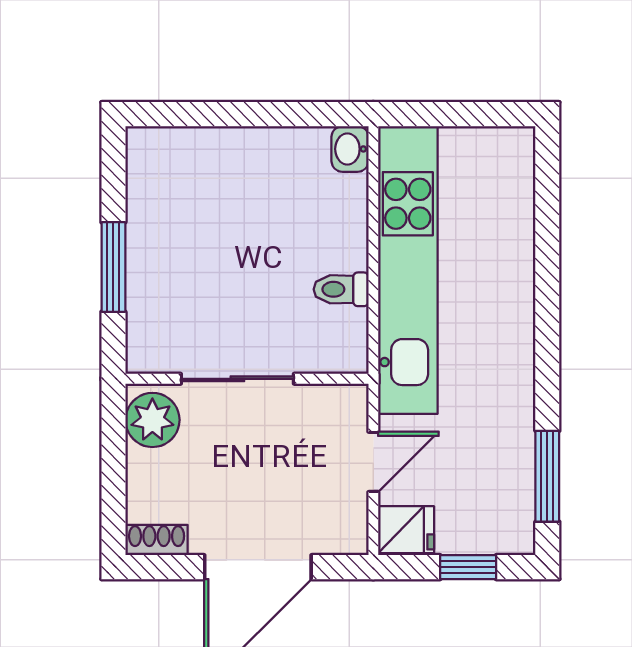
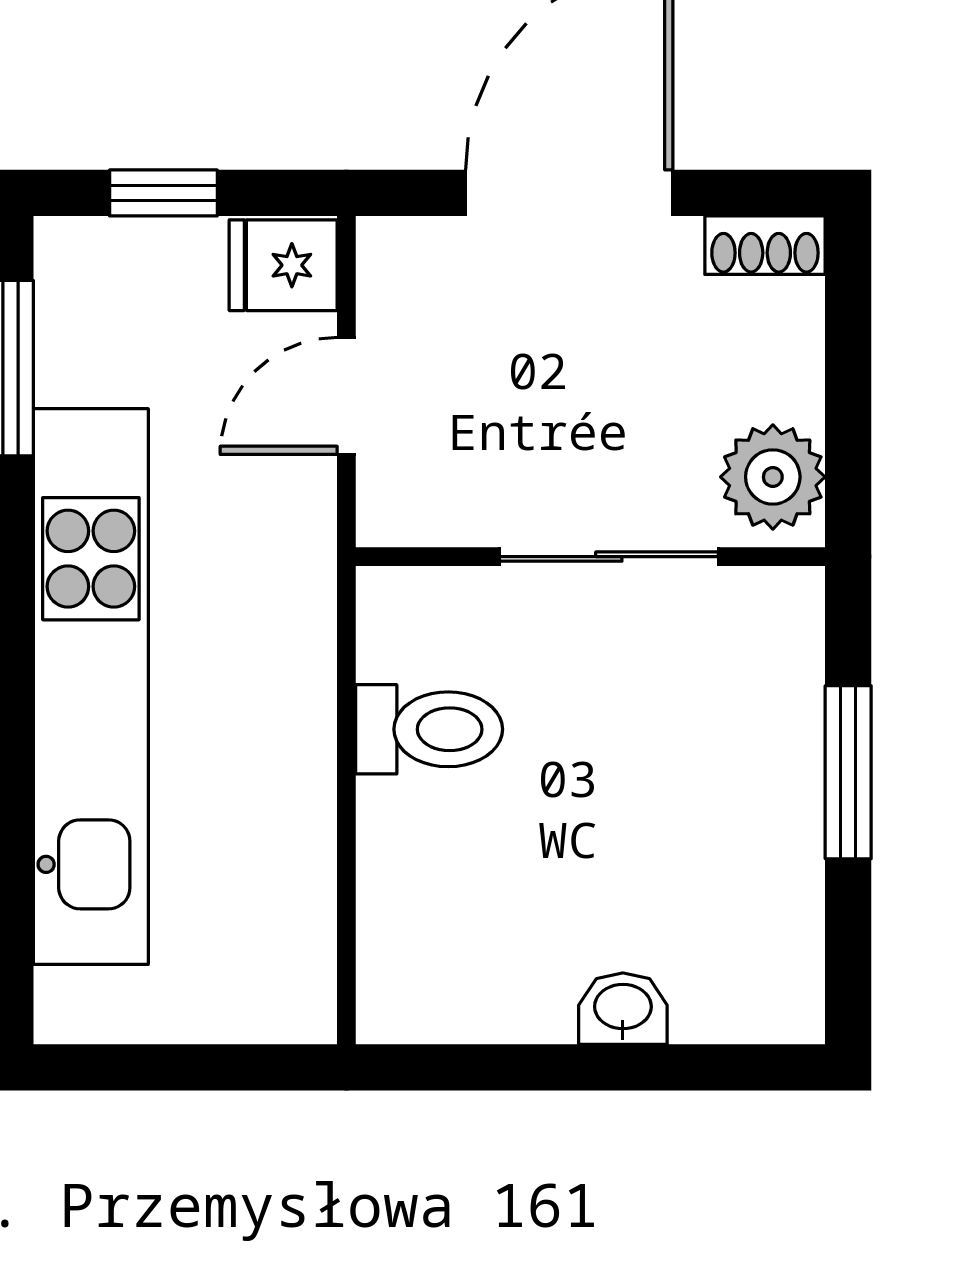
washbasin: (350, 149) -> (623, 1009), moved, turned -90
kitchen unit: (408, 270) -> (91, 687), moved, turned 180
toilet: (341, 289) -> (429, 729), width x1.37, depth x1.39

